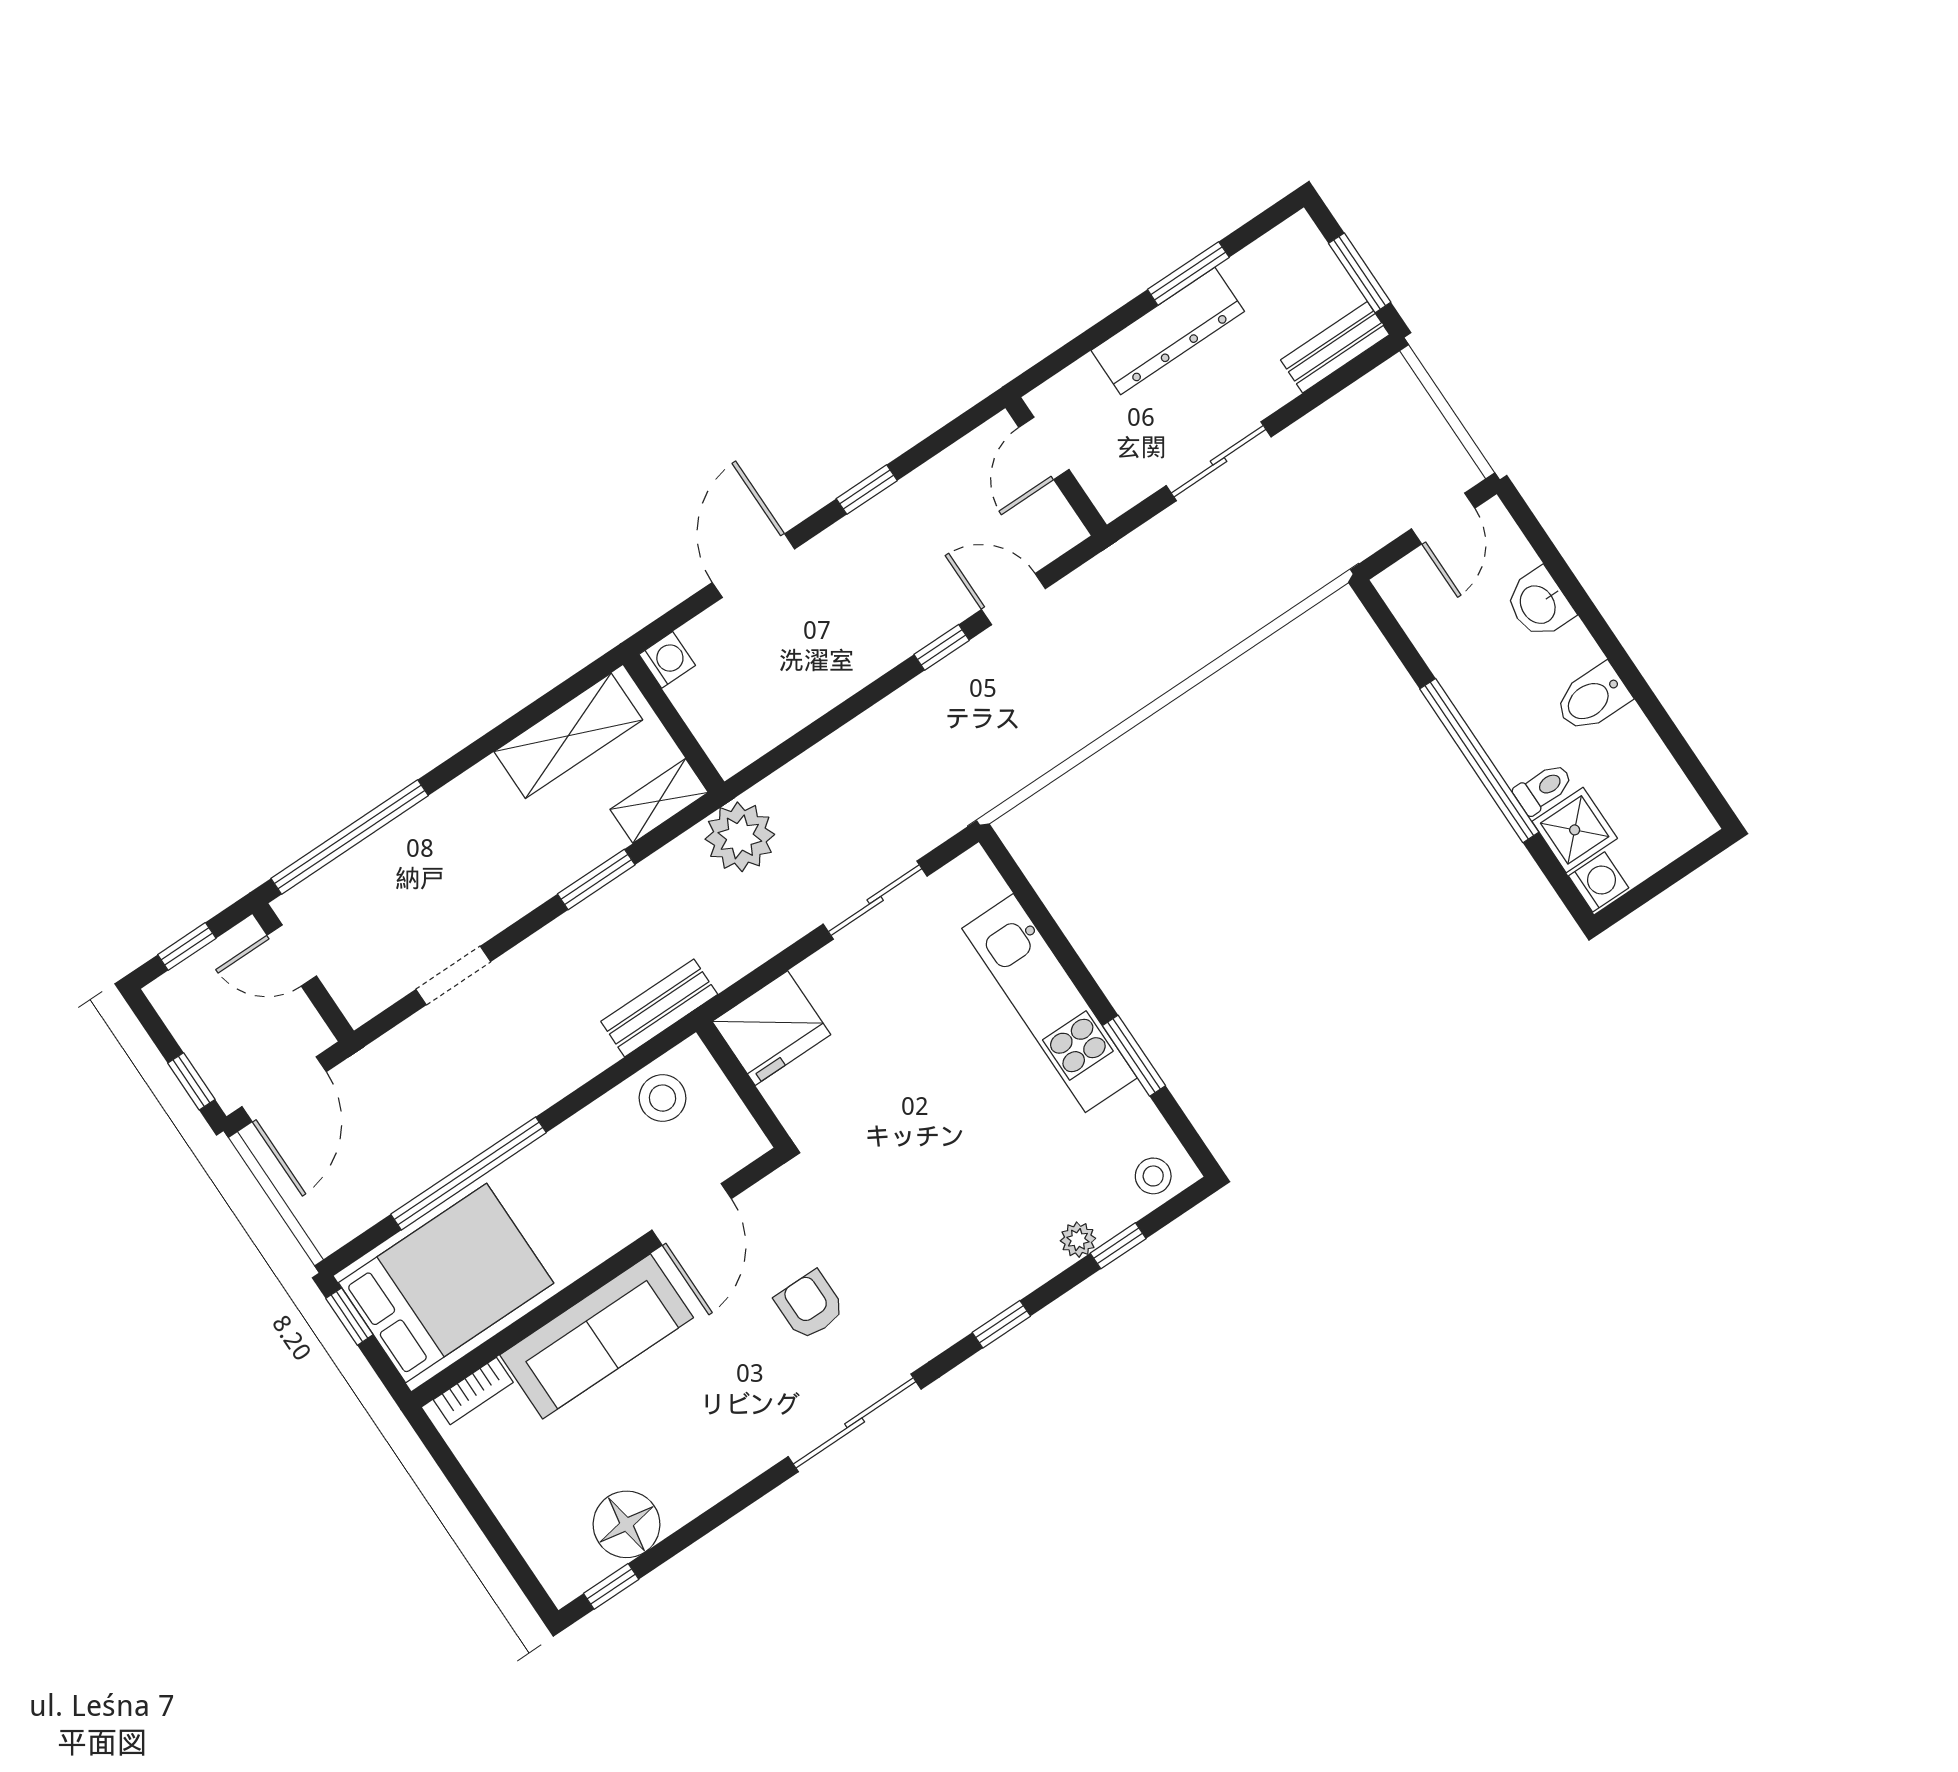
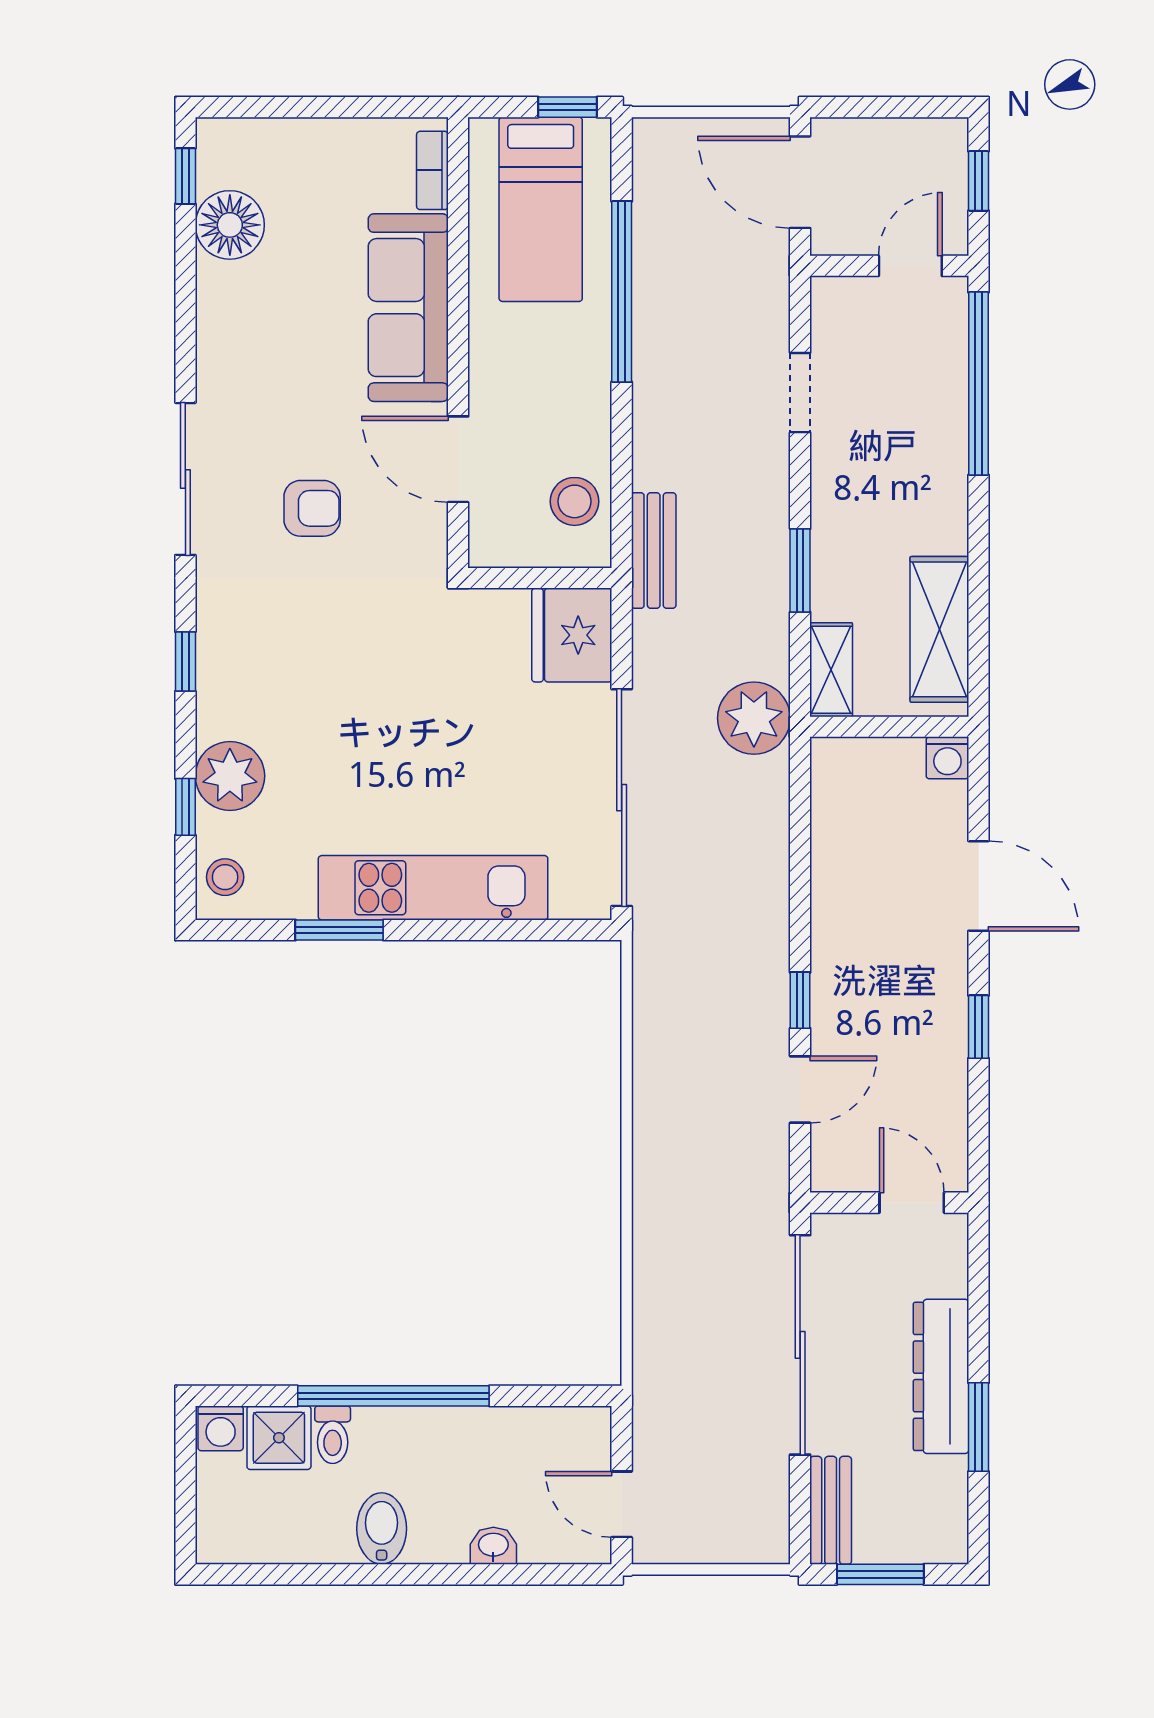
sliding door: (1219, 461) -> (800, 1345), width x1.86
washbasin: (1539, 604) -> (493, 1546), width x0.72, depth x0.69
sliding door: (875, 900) -> (622, 798), width x1.86
window: (191, 1081) -> (860, 107), removed
plant: (1078, 1240) -> (230, 776), width x1.87, depth x1.87
bed: (446, 1283) -> (541, 209), width x0.67

